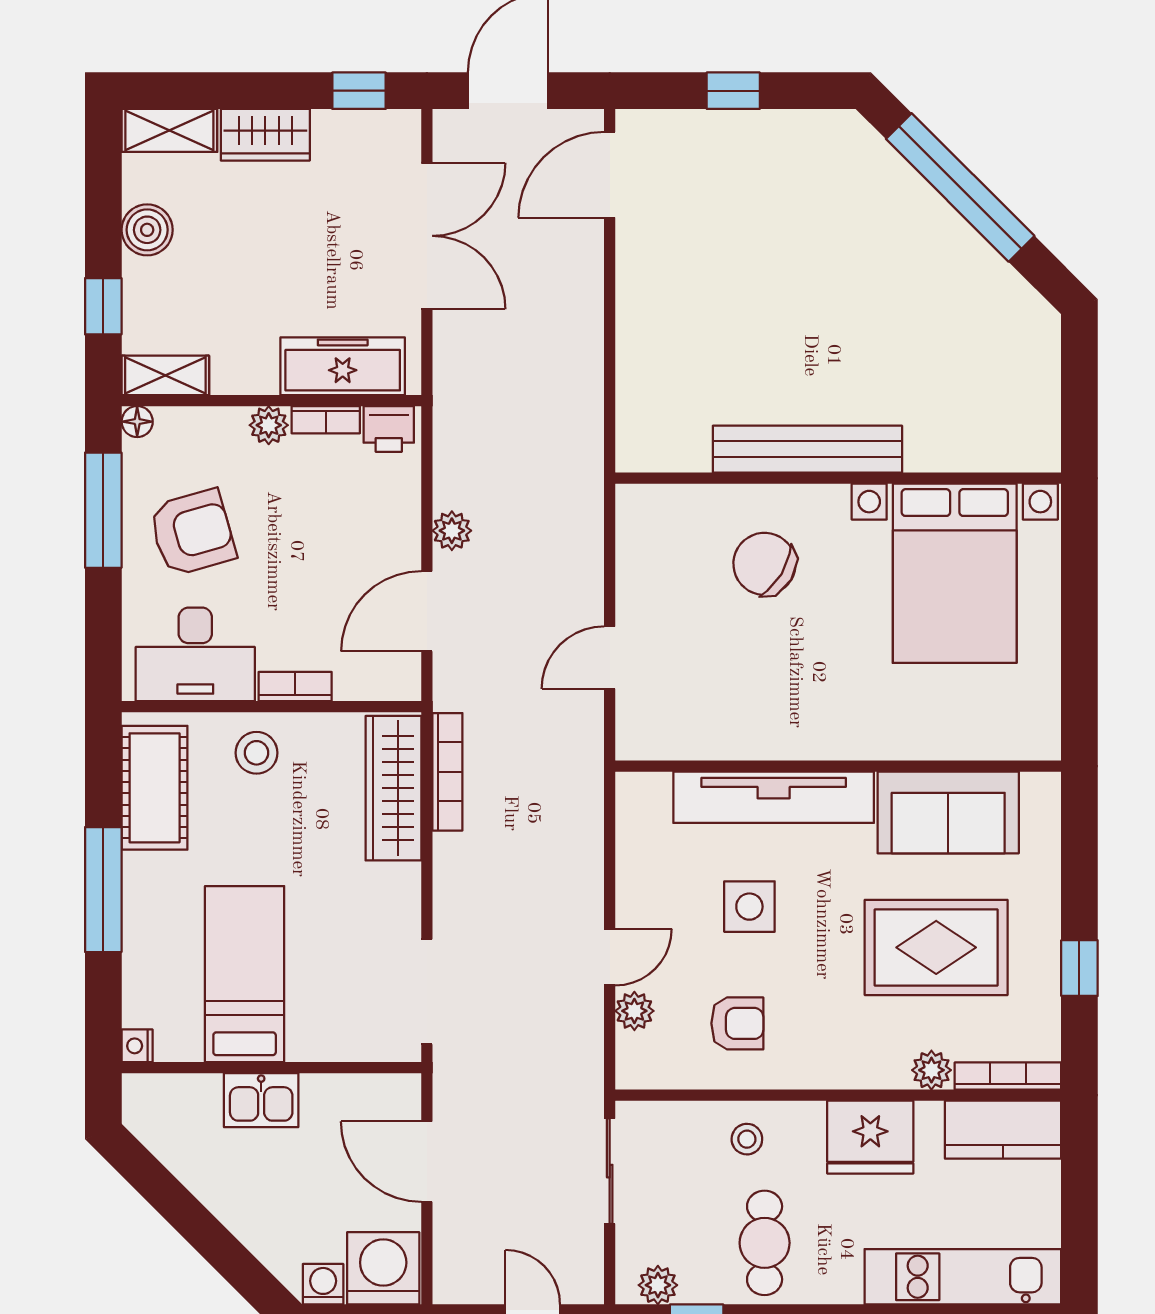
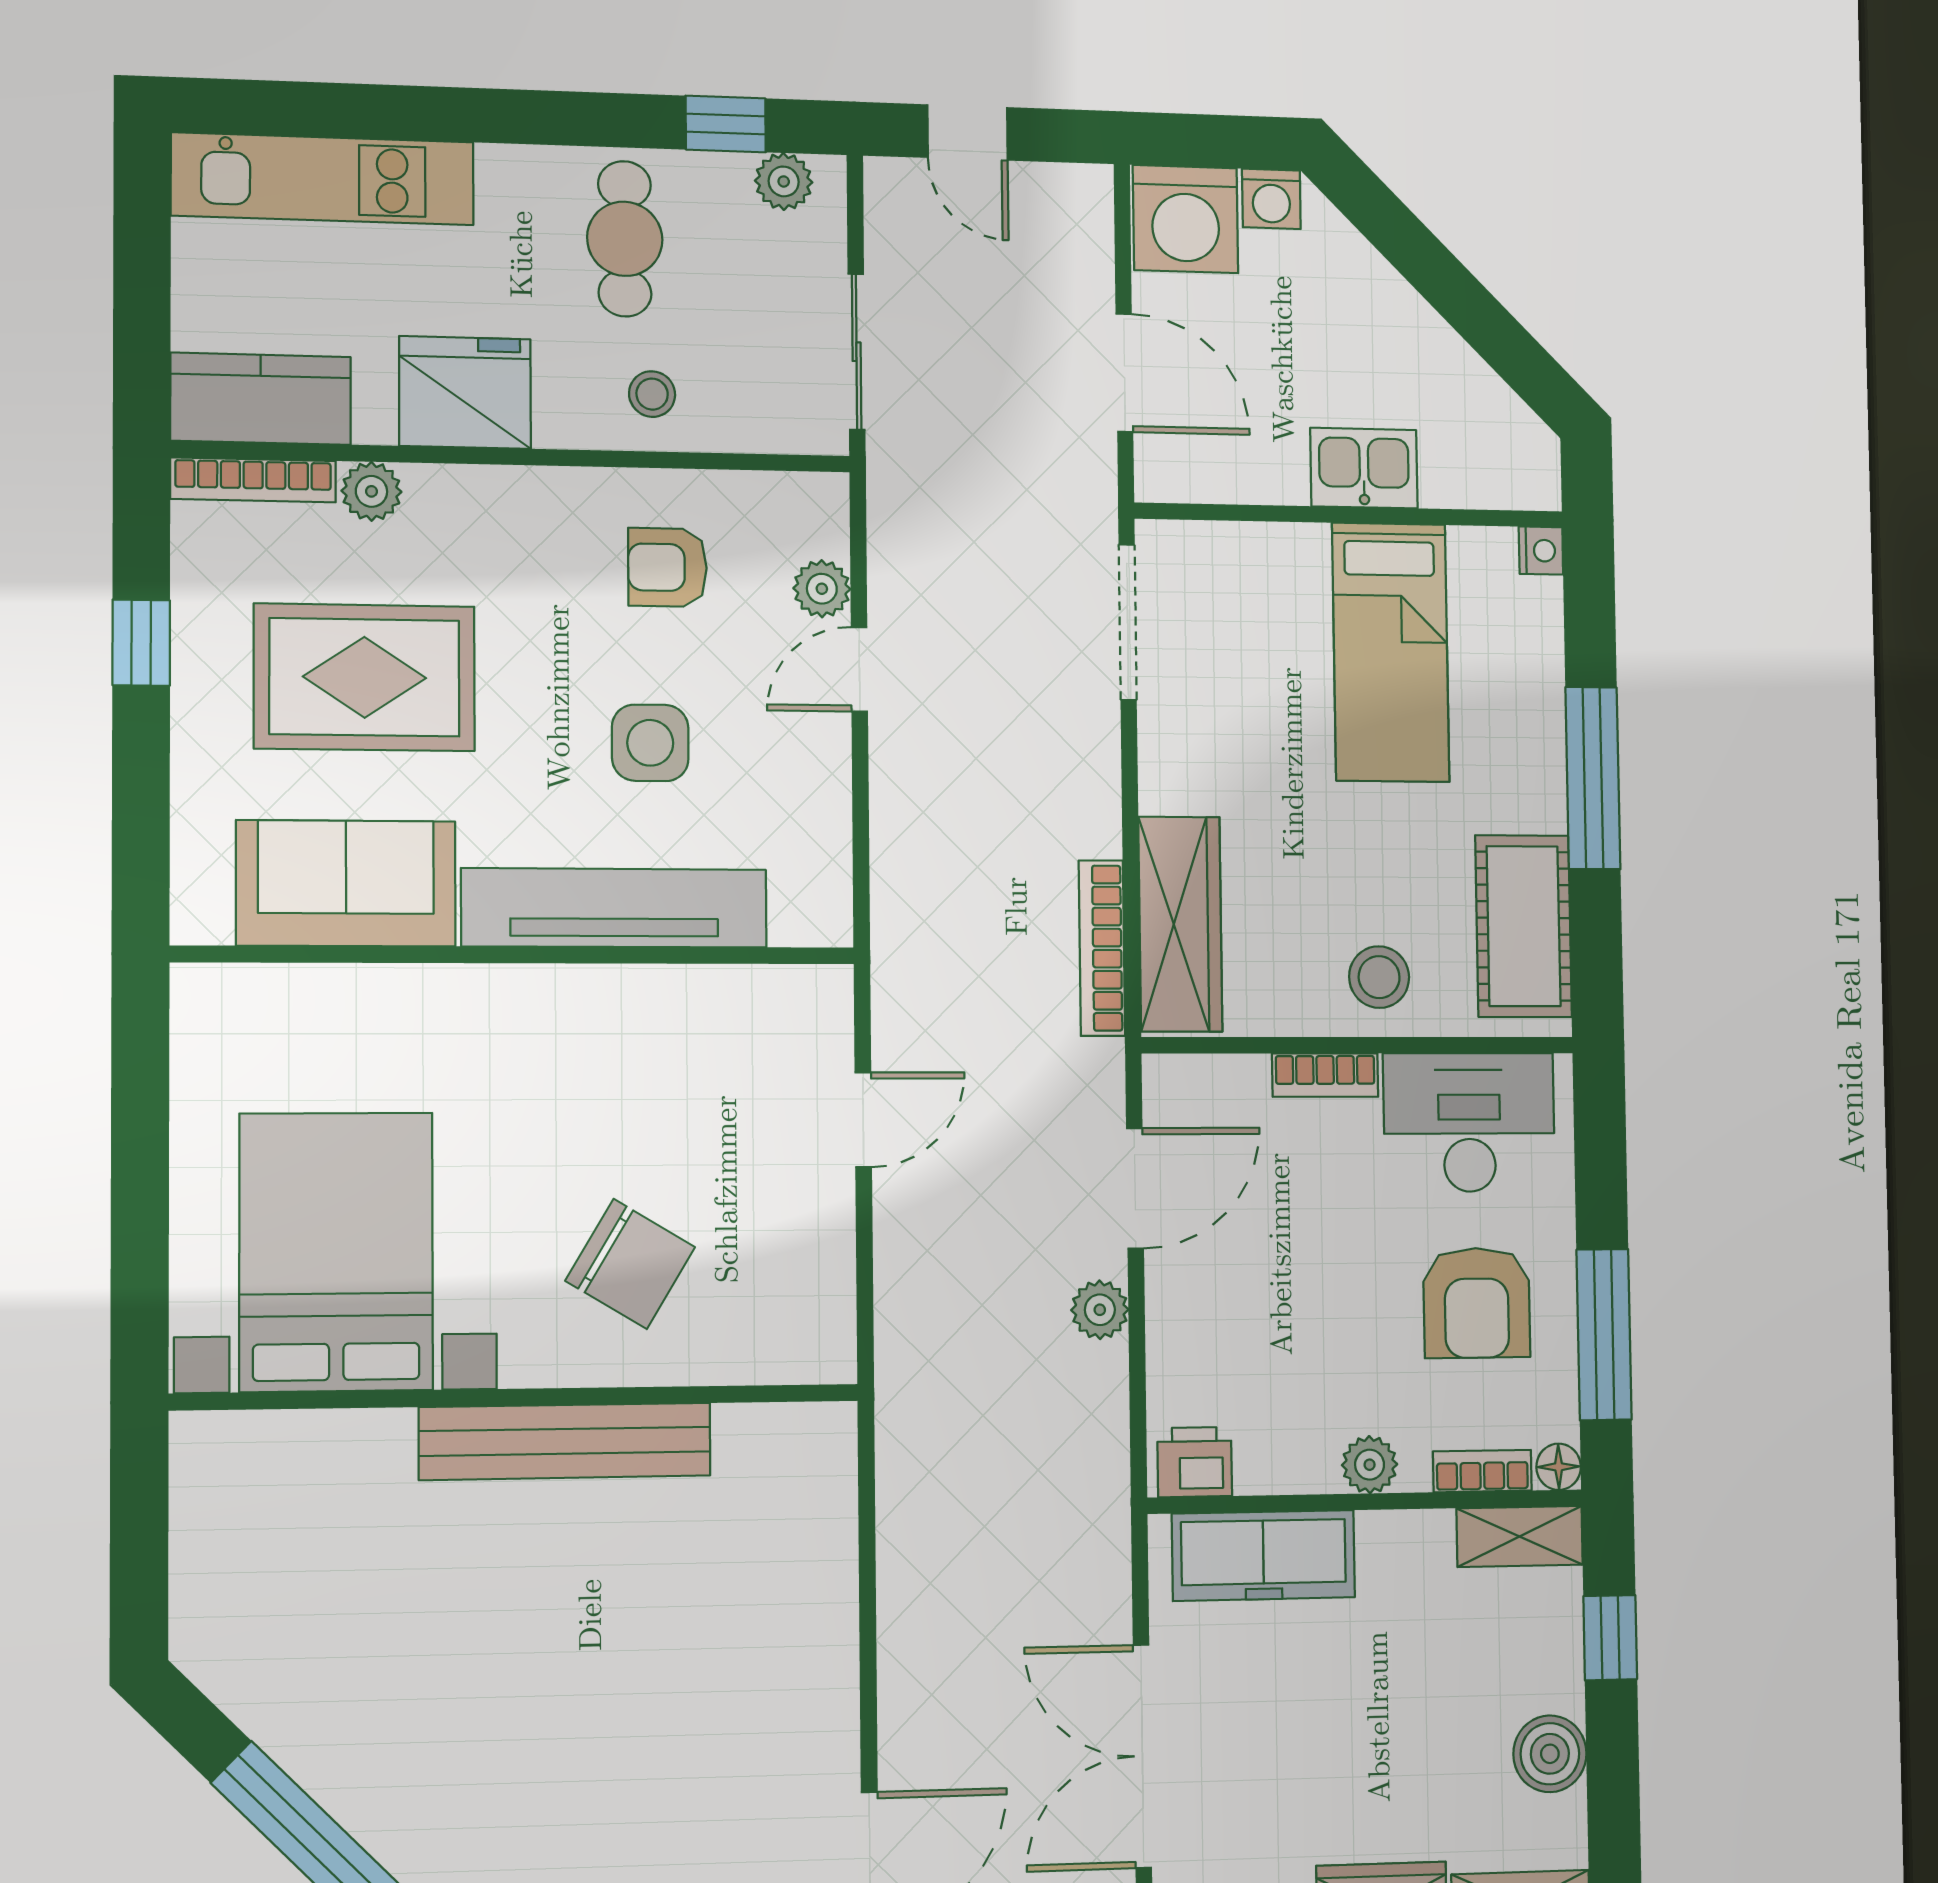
bookcase: (326, 420) -> (1482, 1471), moved
armchair: (192, 533) -> (1477, 1303), turned -74

